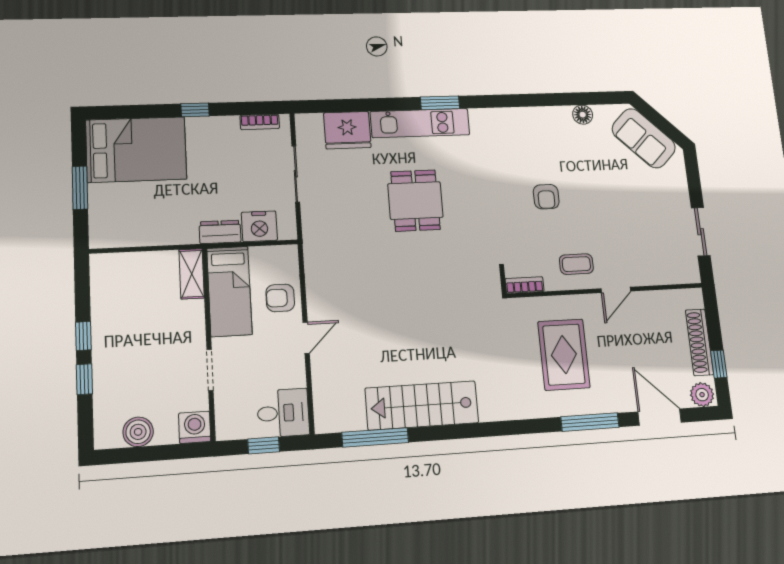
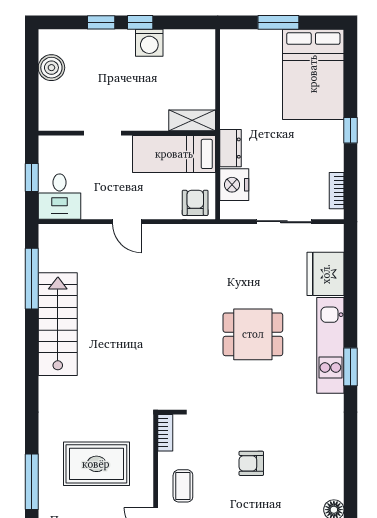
armchair: (280, 298) -> (195, 203), moved
washing machine: (195, 427) -> (149, 43), moved, turned 90

